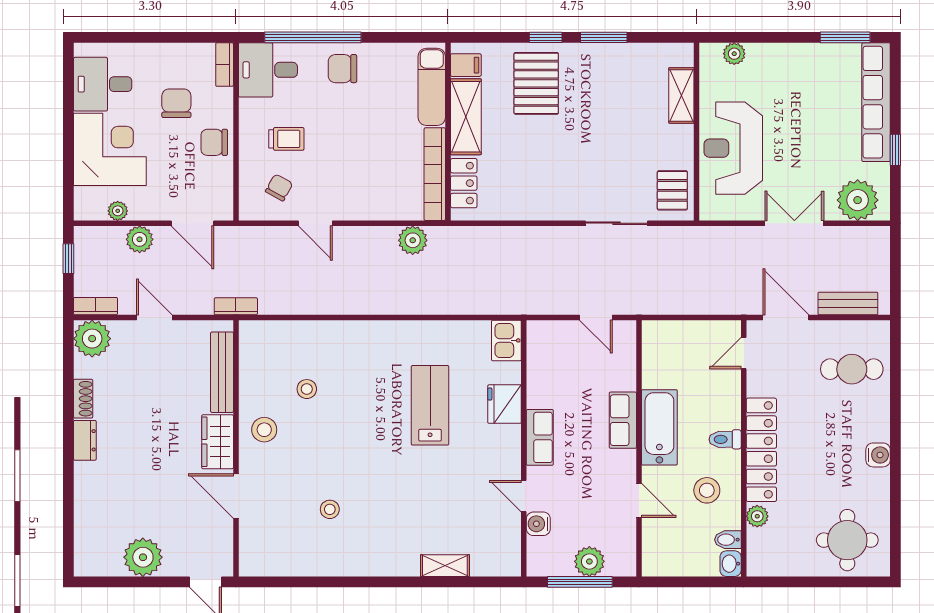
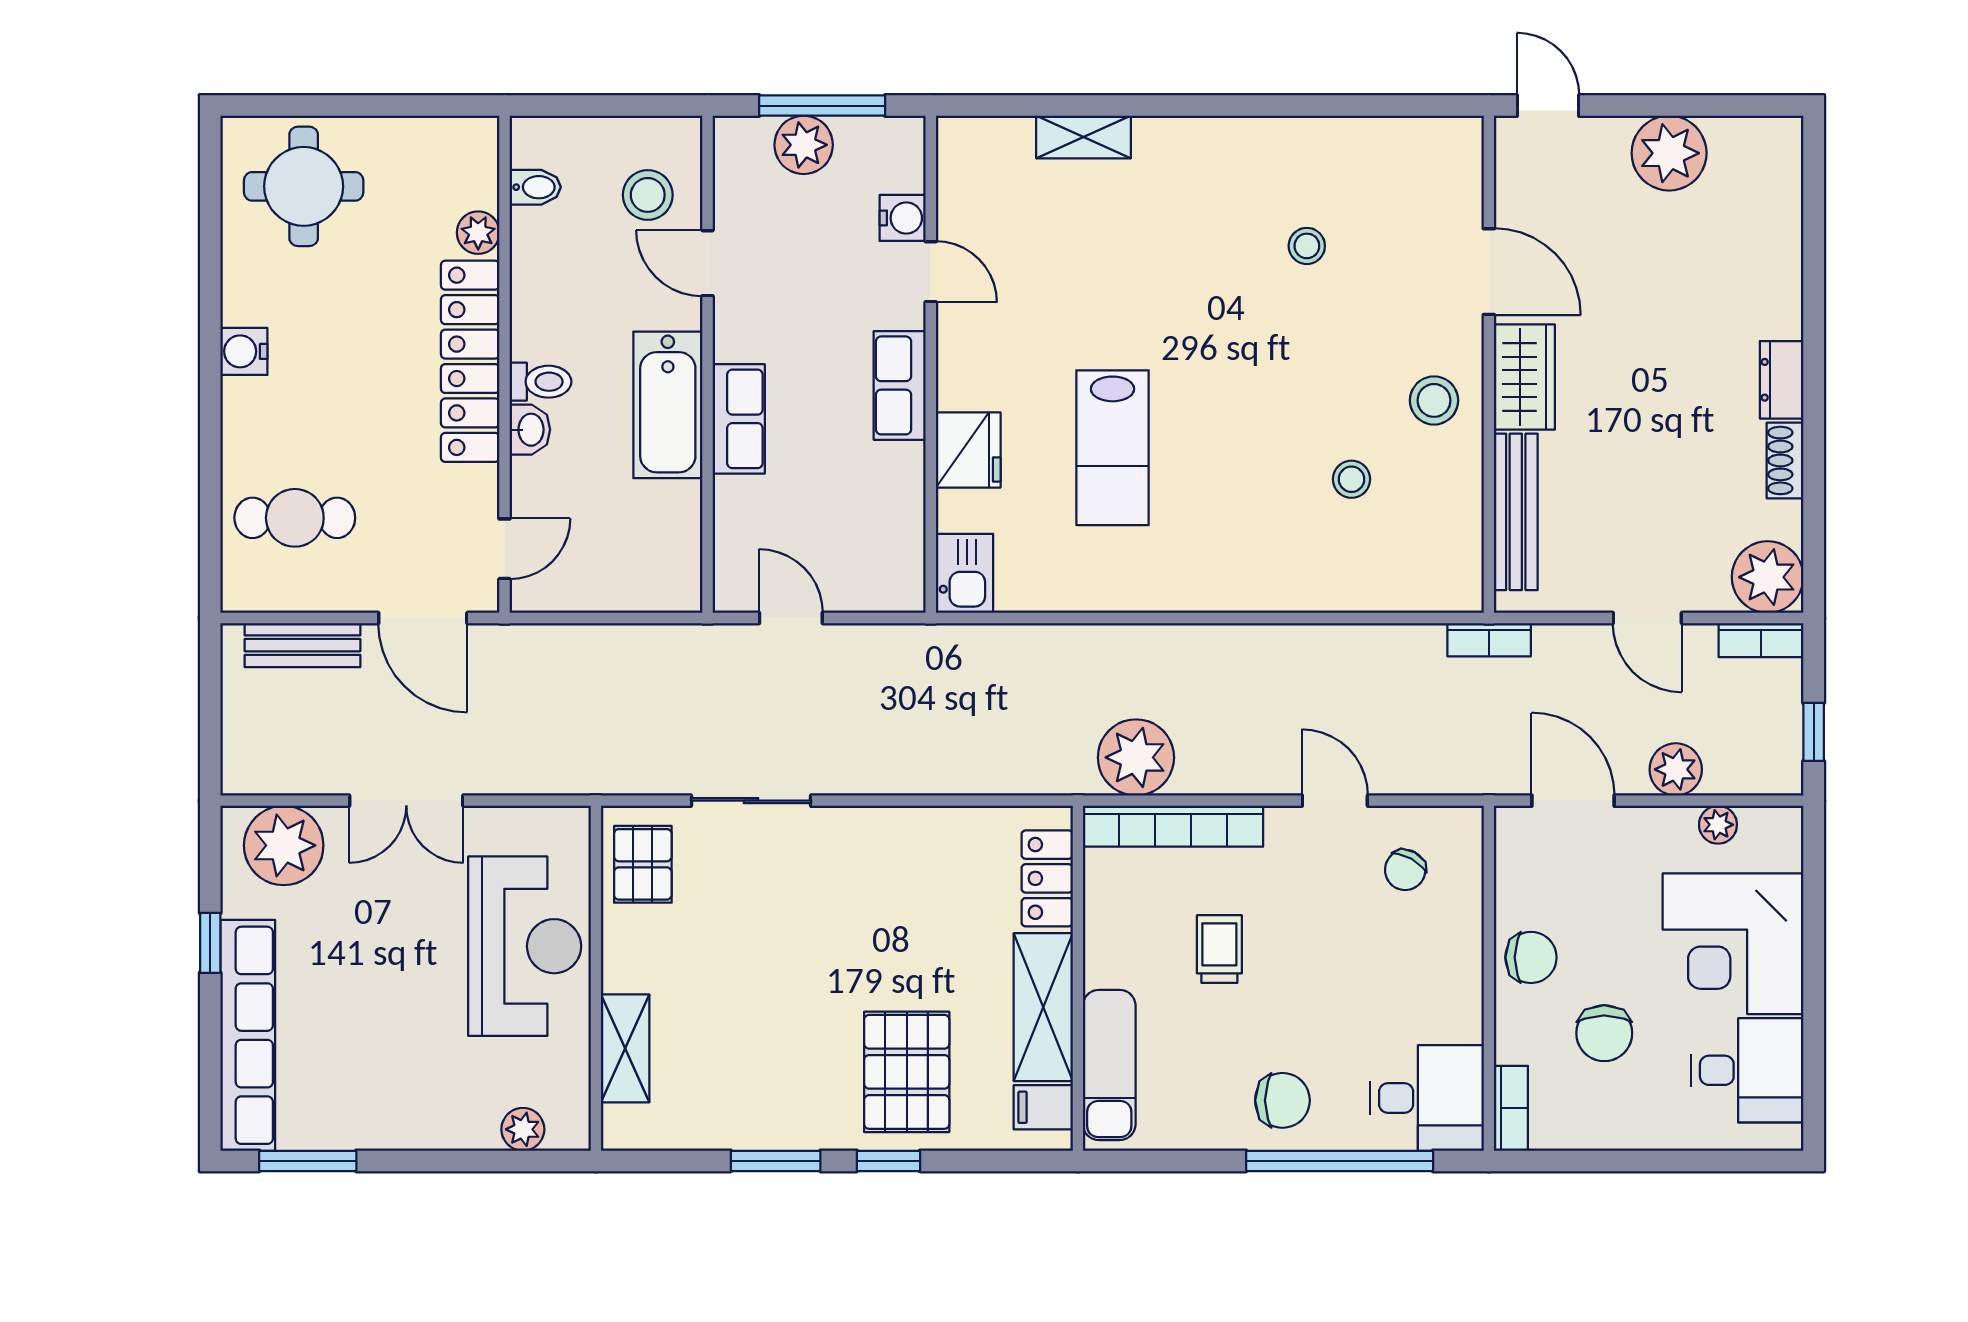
trolley: (286, 139) -> (1219, 949), moved, turned 90
bookcase: (435, 174) -> (1173, 826), moved, turned 90
plant: (413, 240) -> (1136, 757), width x1.36, depth x1.36
stool: (707, 490) -> (648, 195), moved
washbasin: (731, 564) -> (530, 430), moved

